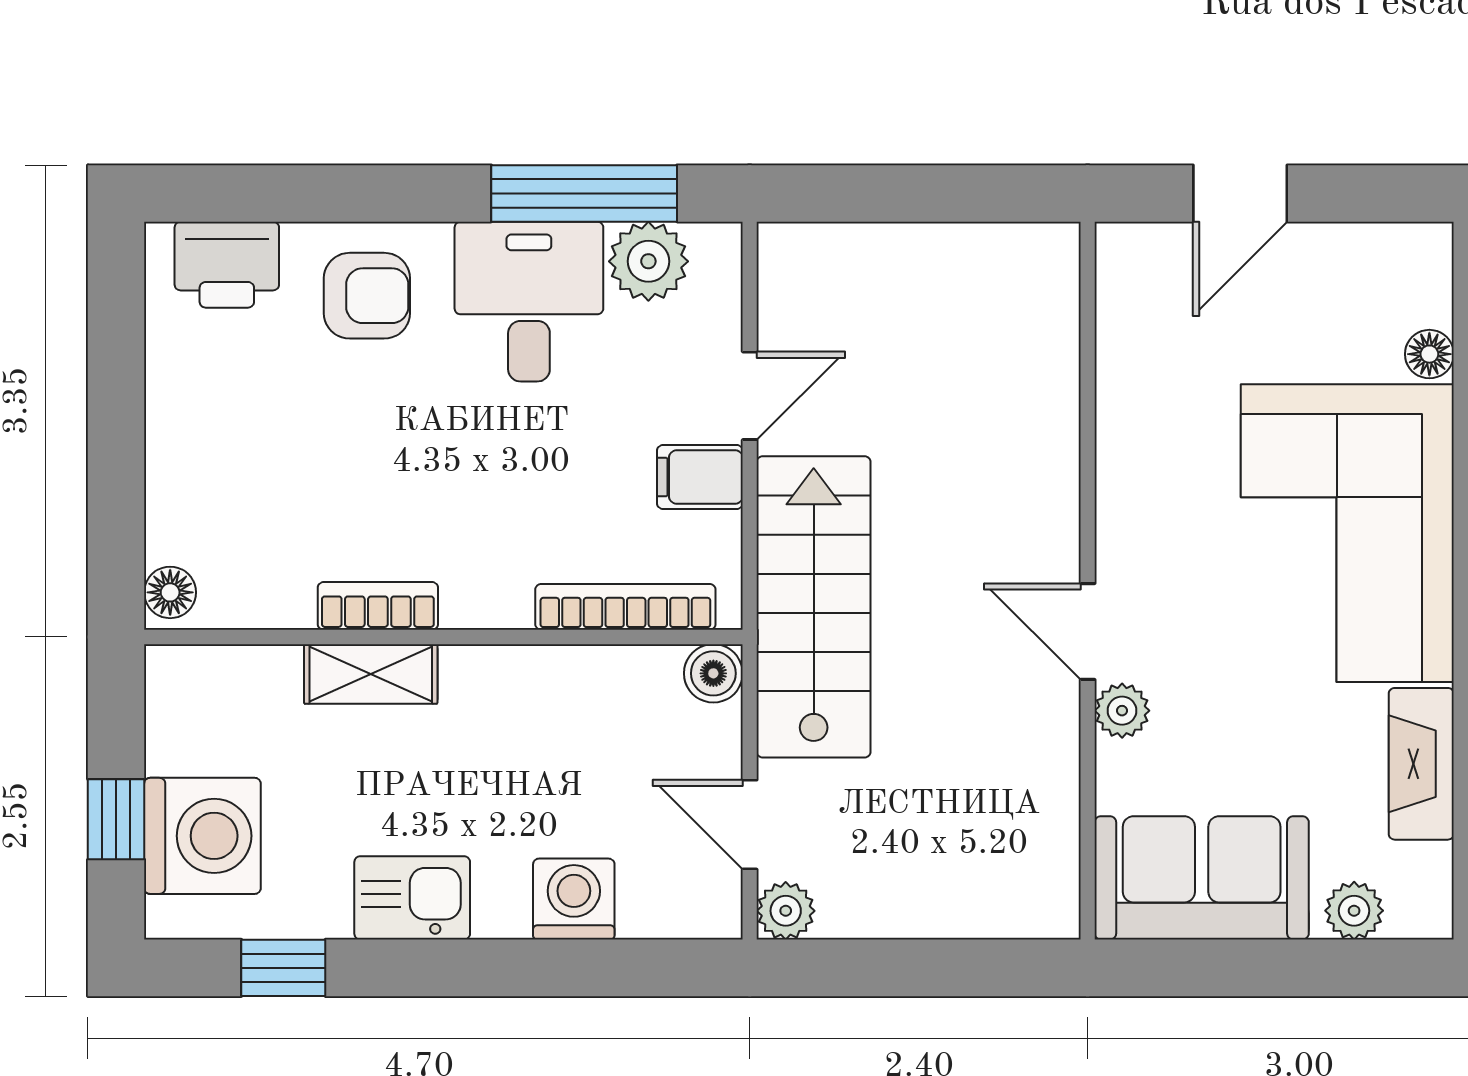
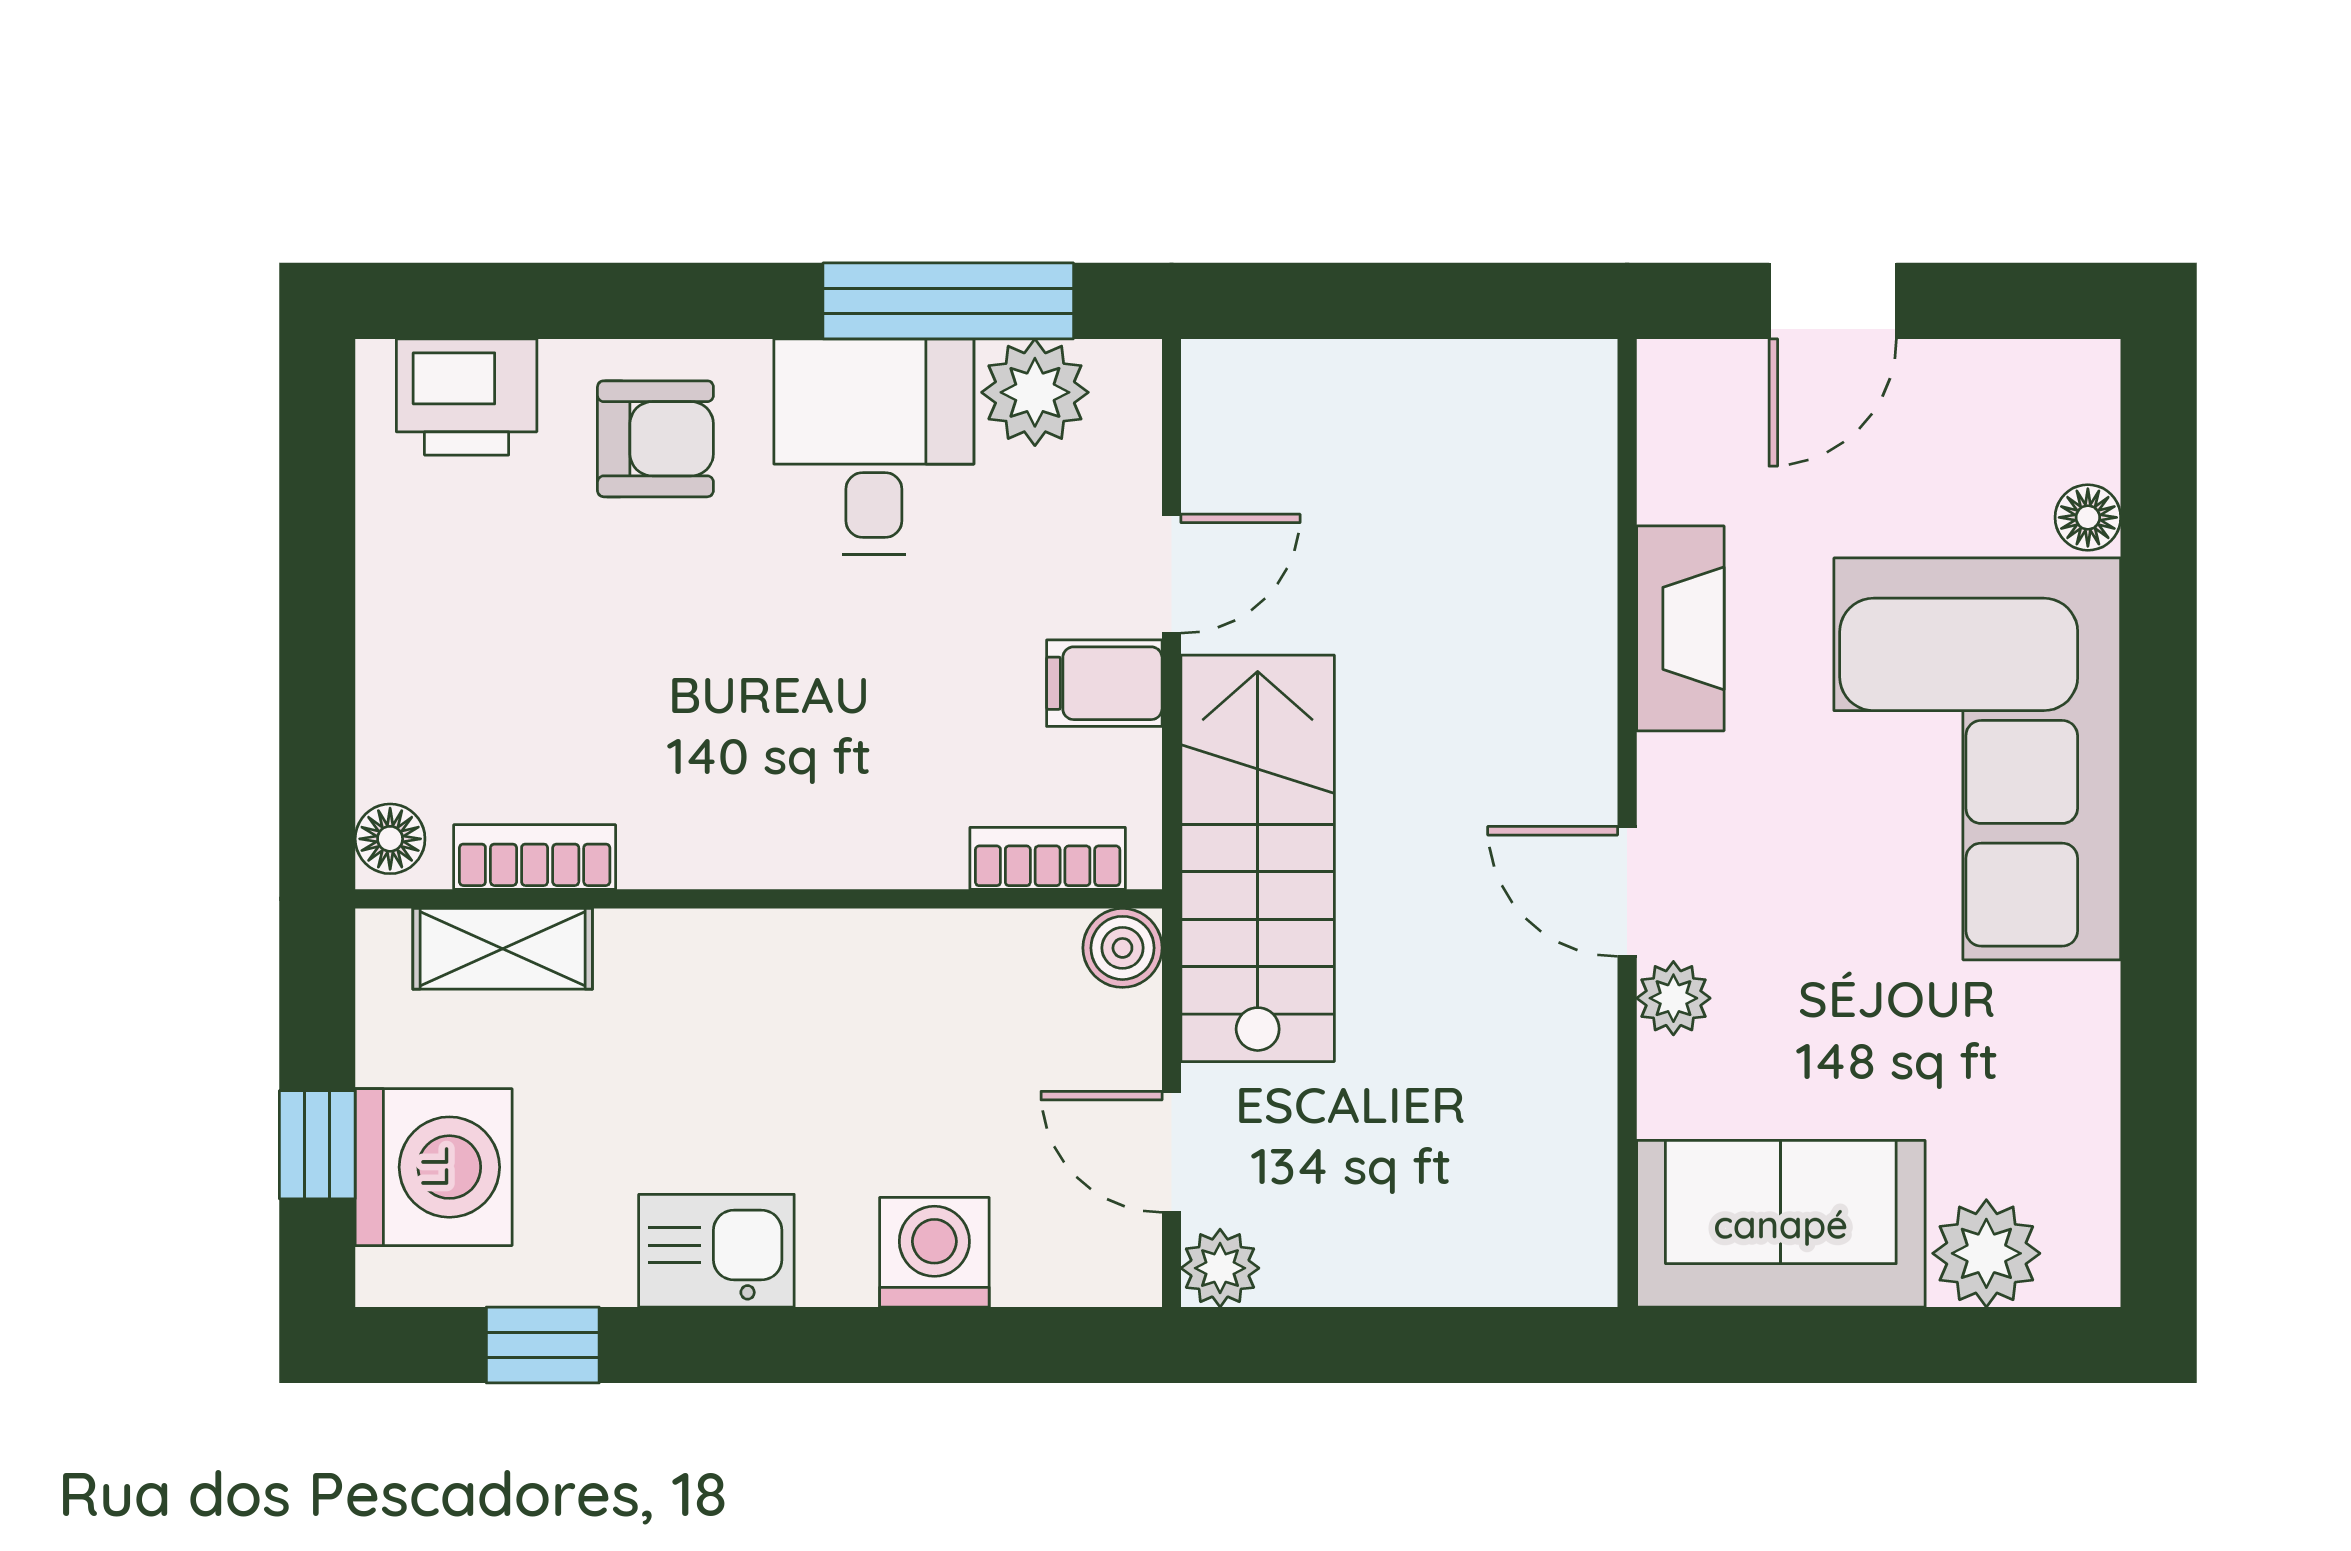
bookcase: (378, 606) -> (535, 857), moved
bookcase: (625, 607) -> (1048, 858), width x0.64
shelving: (371, 674) -> (503, 949), moved
fireplace: (1421, 764) -> (1680, 628), moved, turned 180
plant: (1354, 911) -> (1986, 1253), width x1.38, depth x1.38

